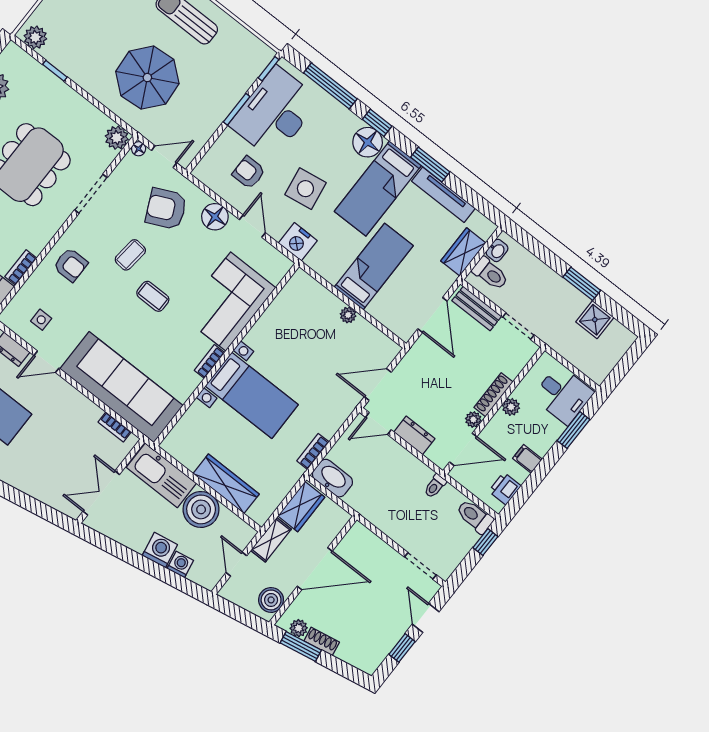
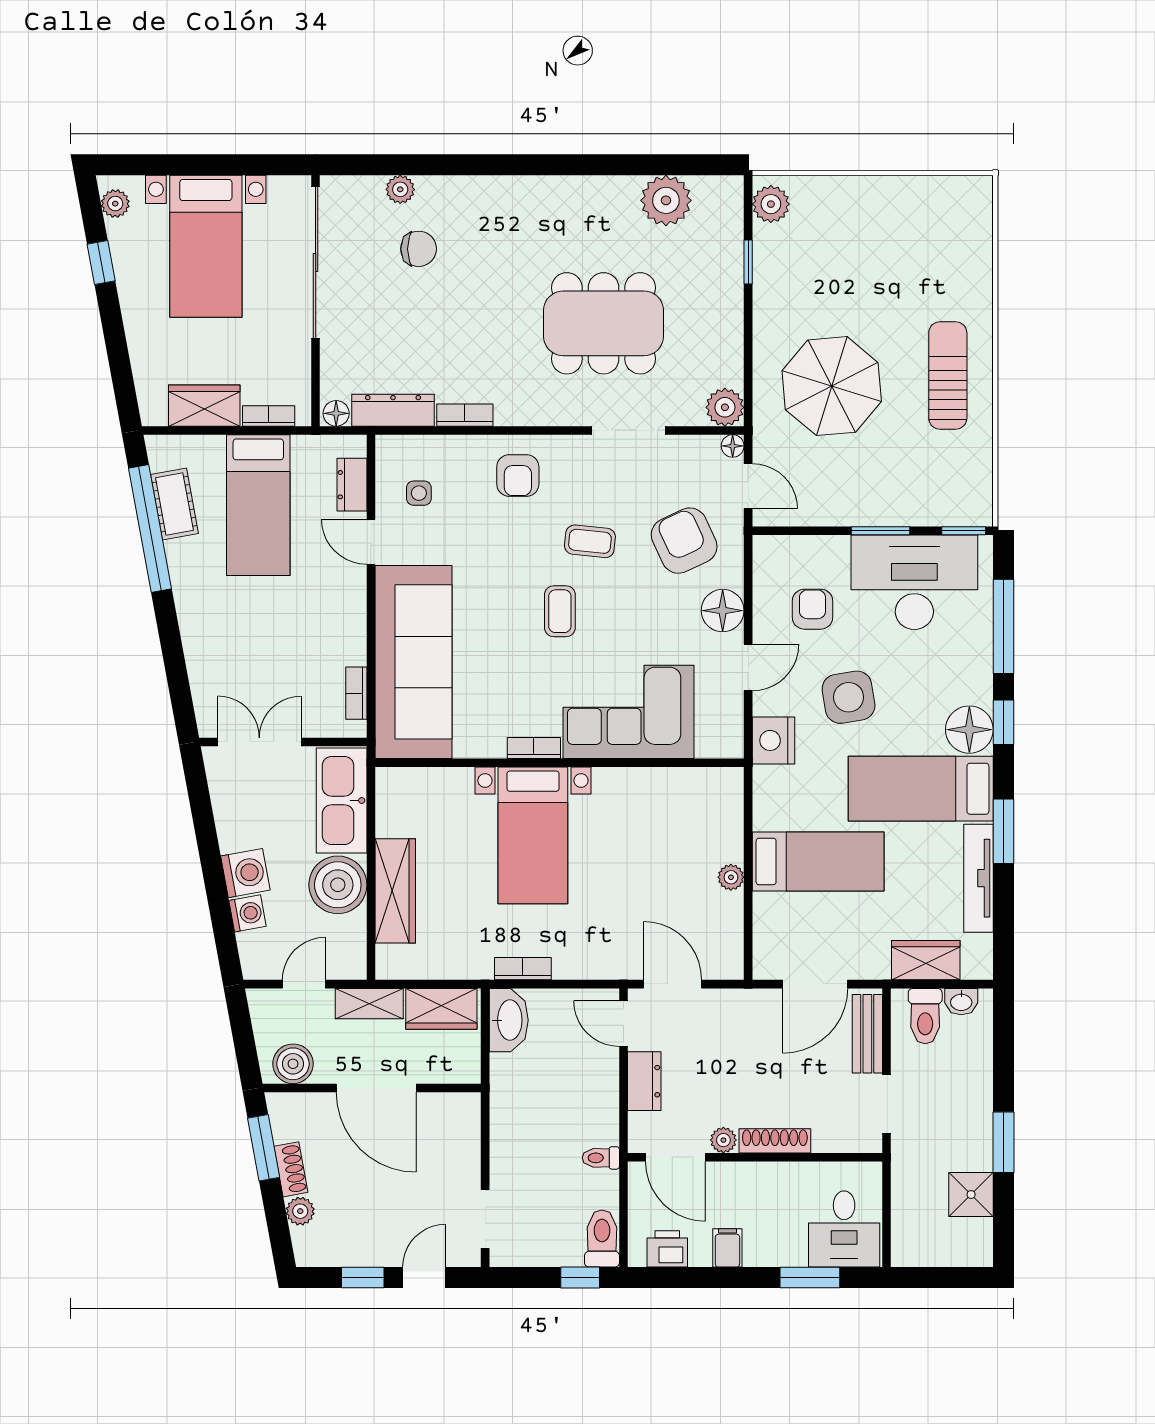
plant: (511, 407) -> (777, 1175), removed
plant: (299, 628) -> (300, 1211), moved

